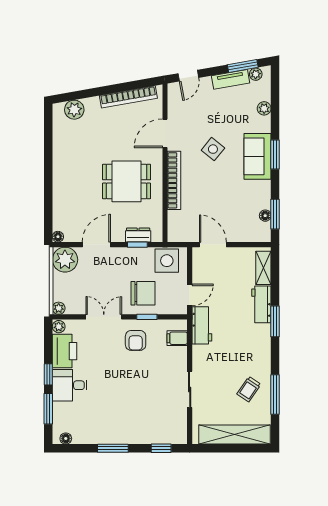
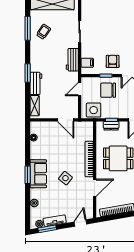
window: (275, 214) -> (28, 138), removed
workbench: (202, 325) -> (72, 60), moved

